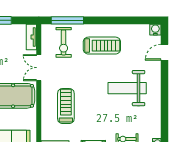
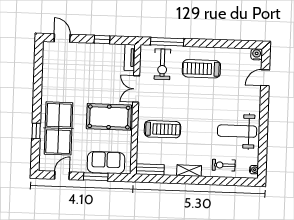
treadmill: (102, 46) -> (201, 69), turned 180
weight bench: (127, 88) -> (237, 131), moved
treadmill: (66, 106) -> (162, 129), turned 90

